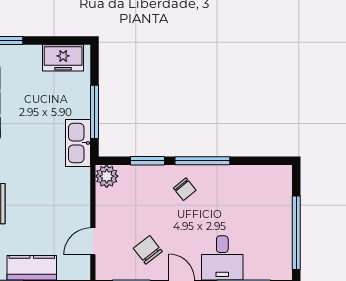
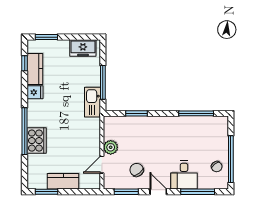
window: (202, 161) -> (196, 113), moved
plant: (107, 176) -> (111, 147), moved
chair: (185, 189) -> (217, 167), moved

